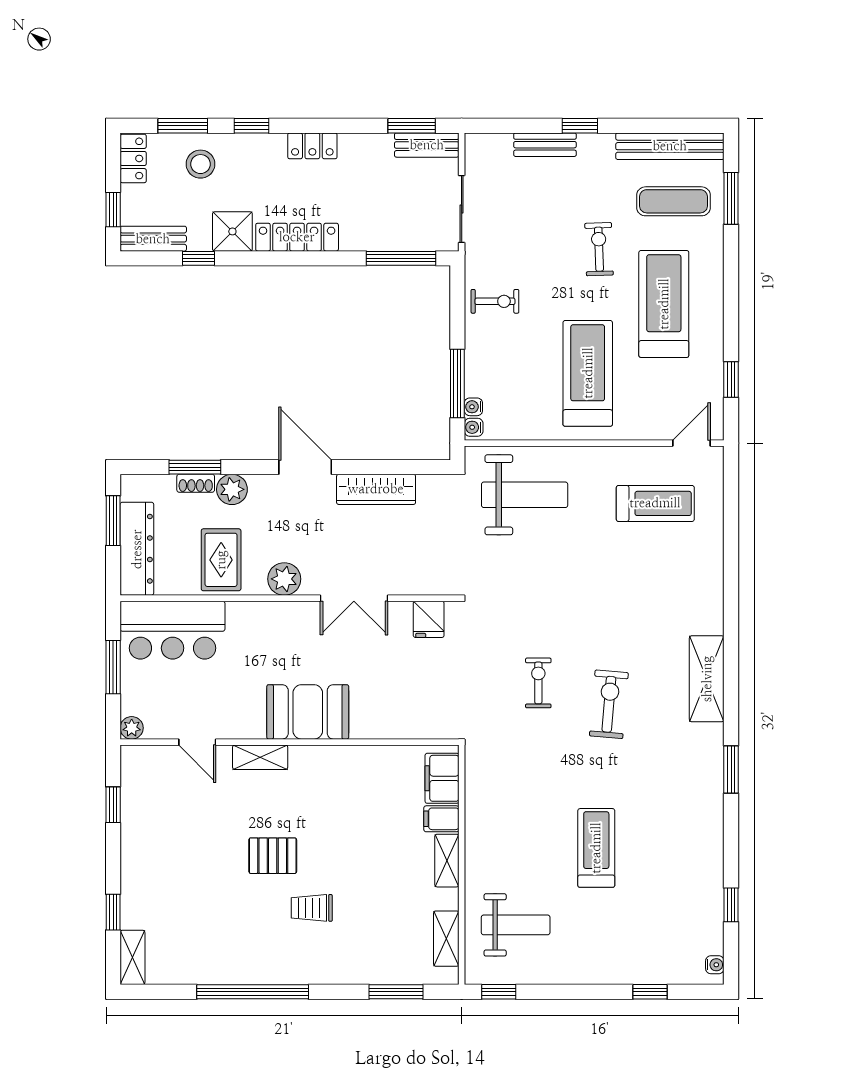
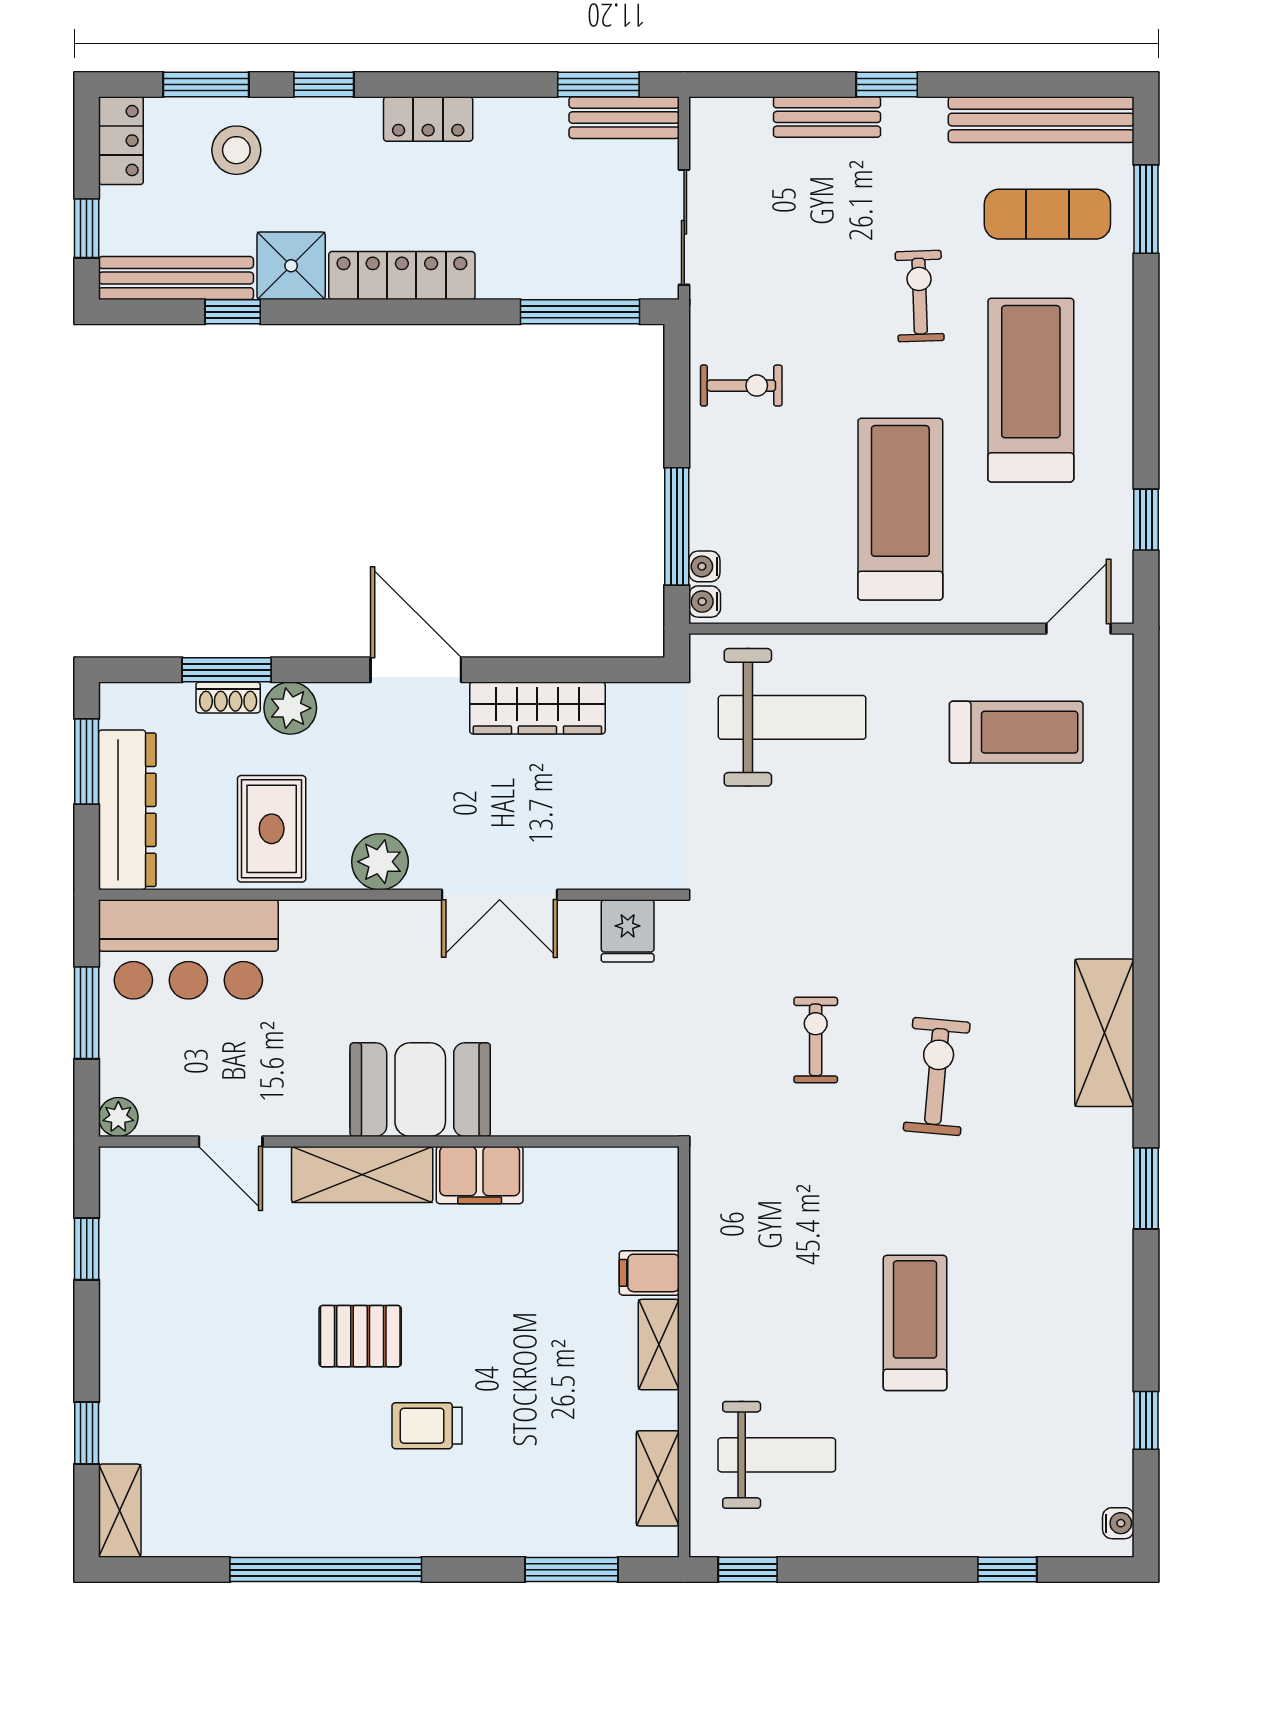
bench: (153, 239) -> (176, 278), width x1.36
shelving: (260, 757) -> (362, 1174), width x1.50, depth x1.33
filing cabinet: (442, 778) -> (480, 1175), moved, turned -90

